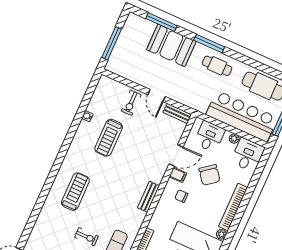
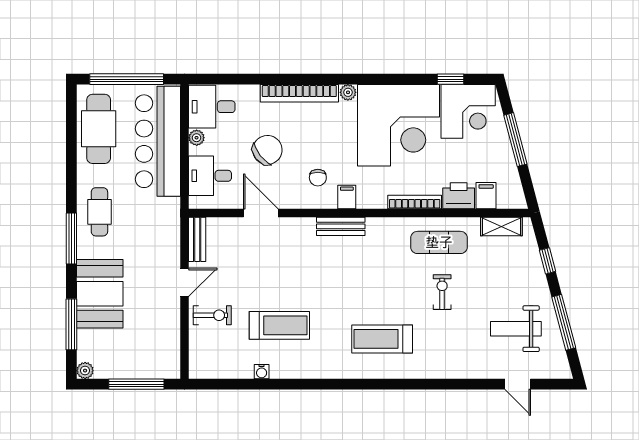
plant: (132, 18) -> (85, 371), added
filing cabinet: (178, 175) -> (347, 197), moved

